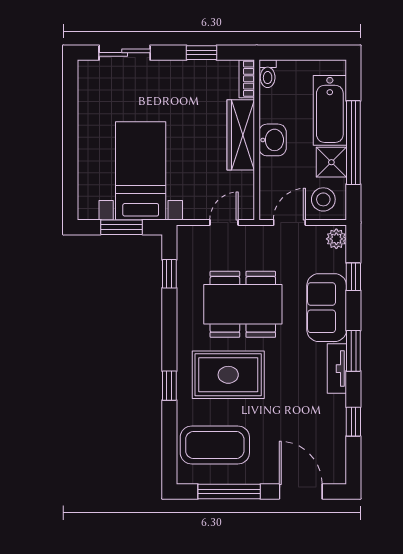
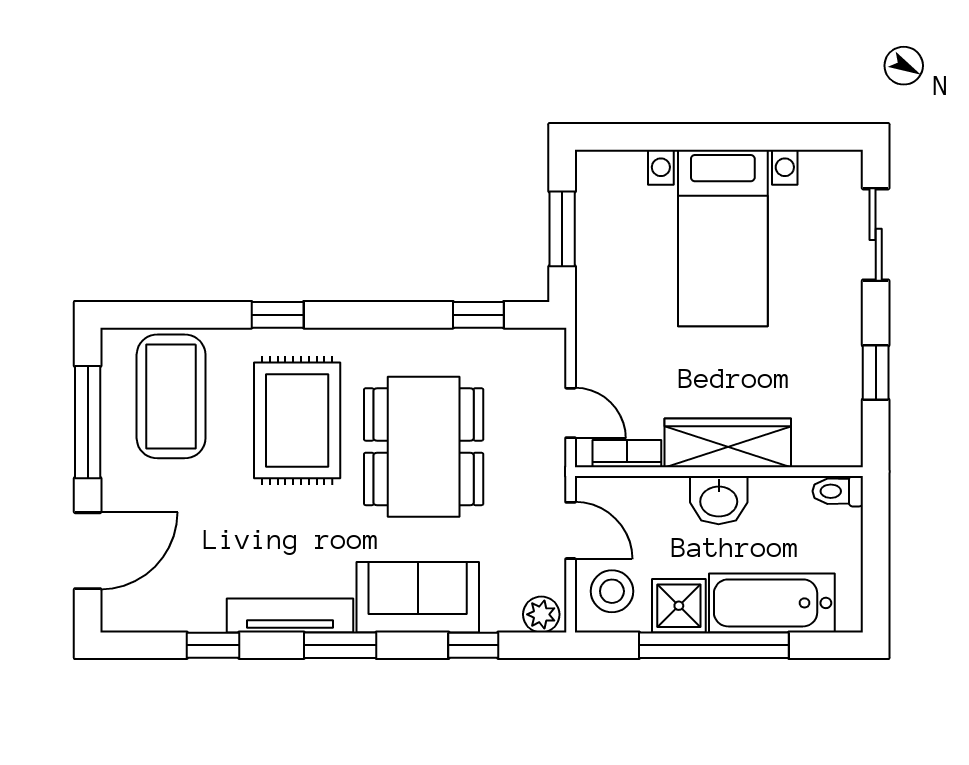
bookcase: (247, 79) -> (627, 454), moved
bed with nightstands: (141, 171) -> (723, 238), moved, turned 90
tv unit: (337, 369) -> (290, 615), width x1.41

